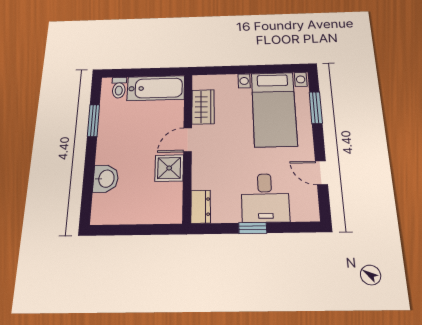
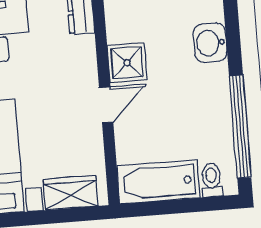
wardrobe: (203, 107) -> (71, 193), moved, turned 90
window: (93, 121) -> (240, 127), width x2.11

